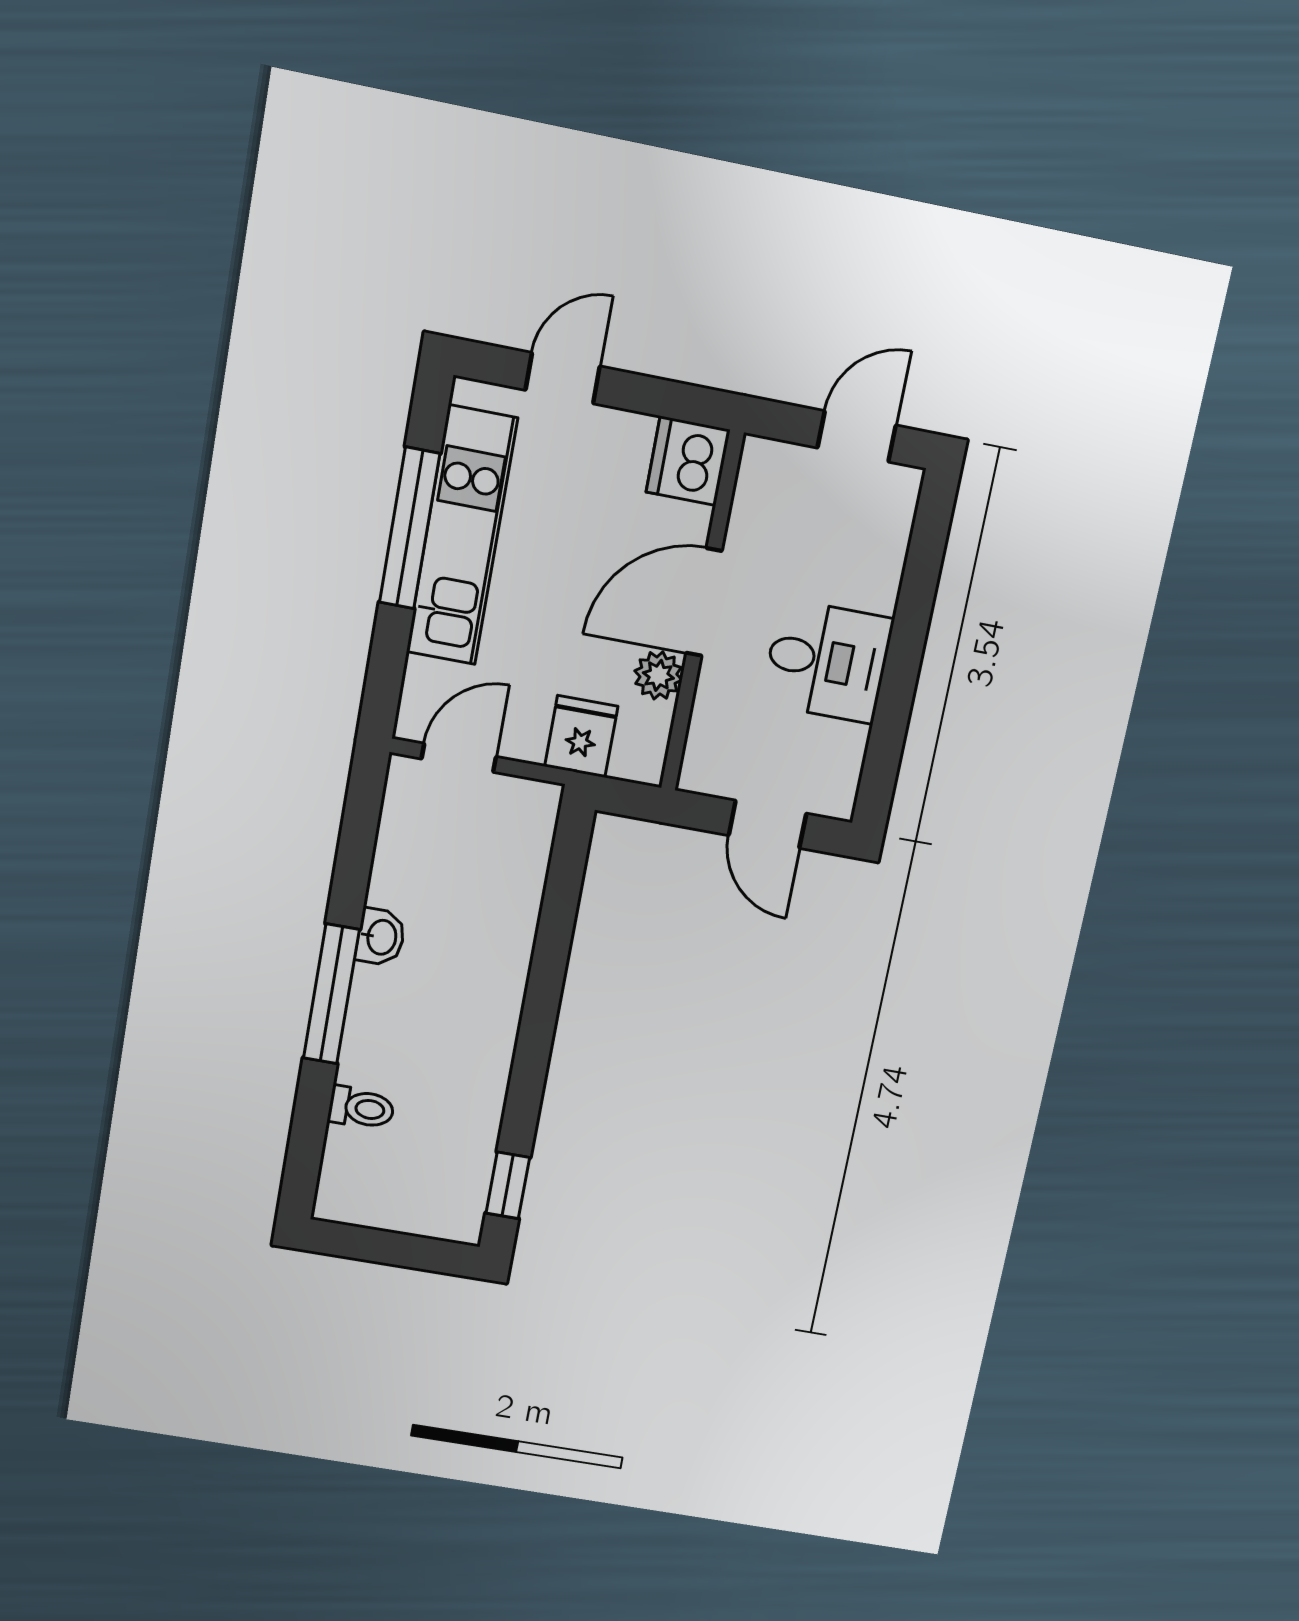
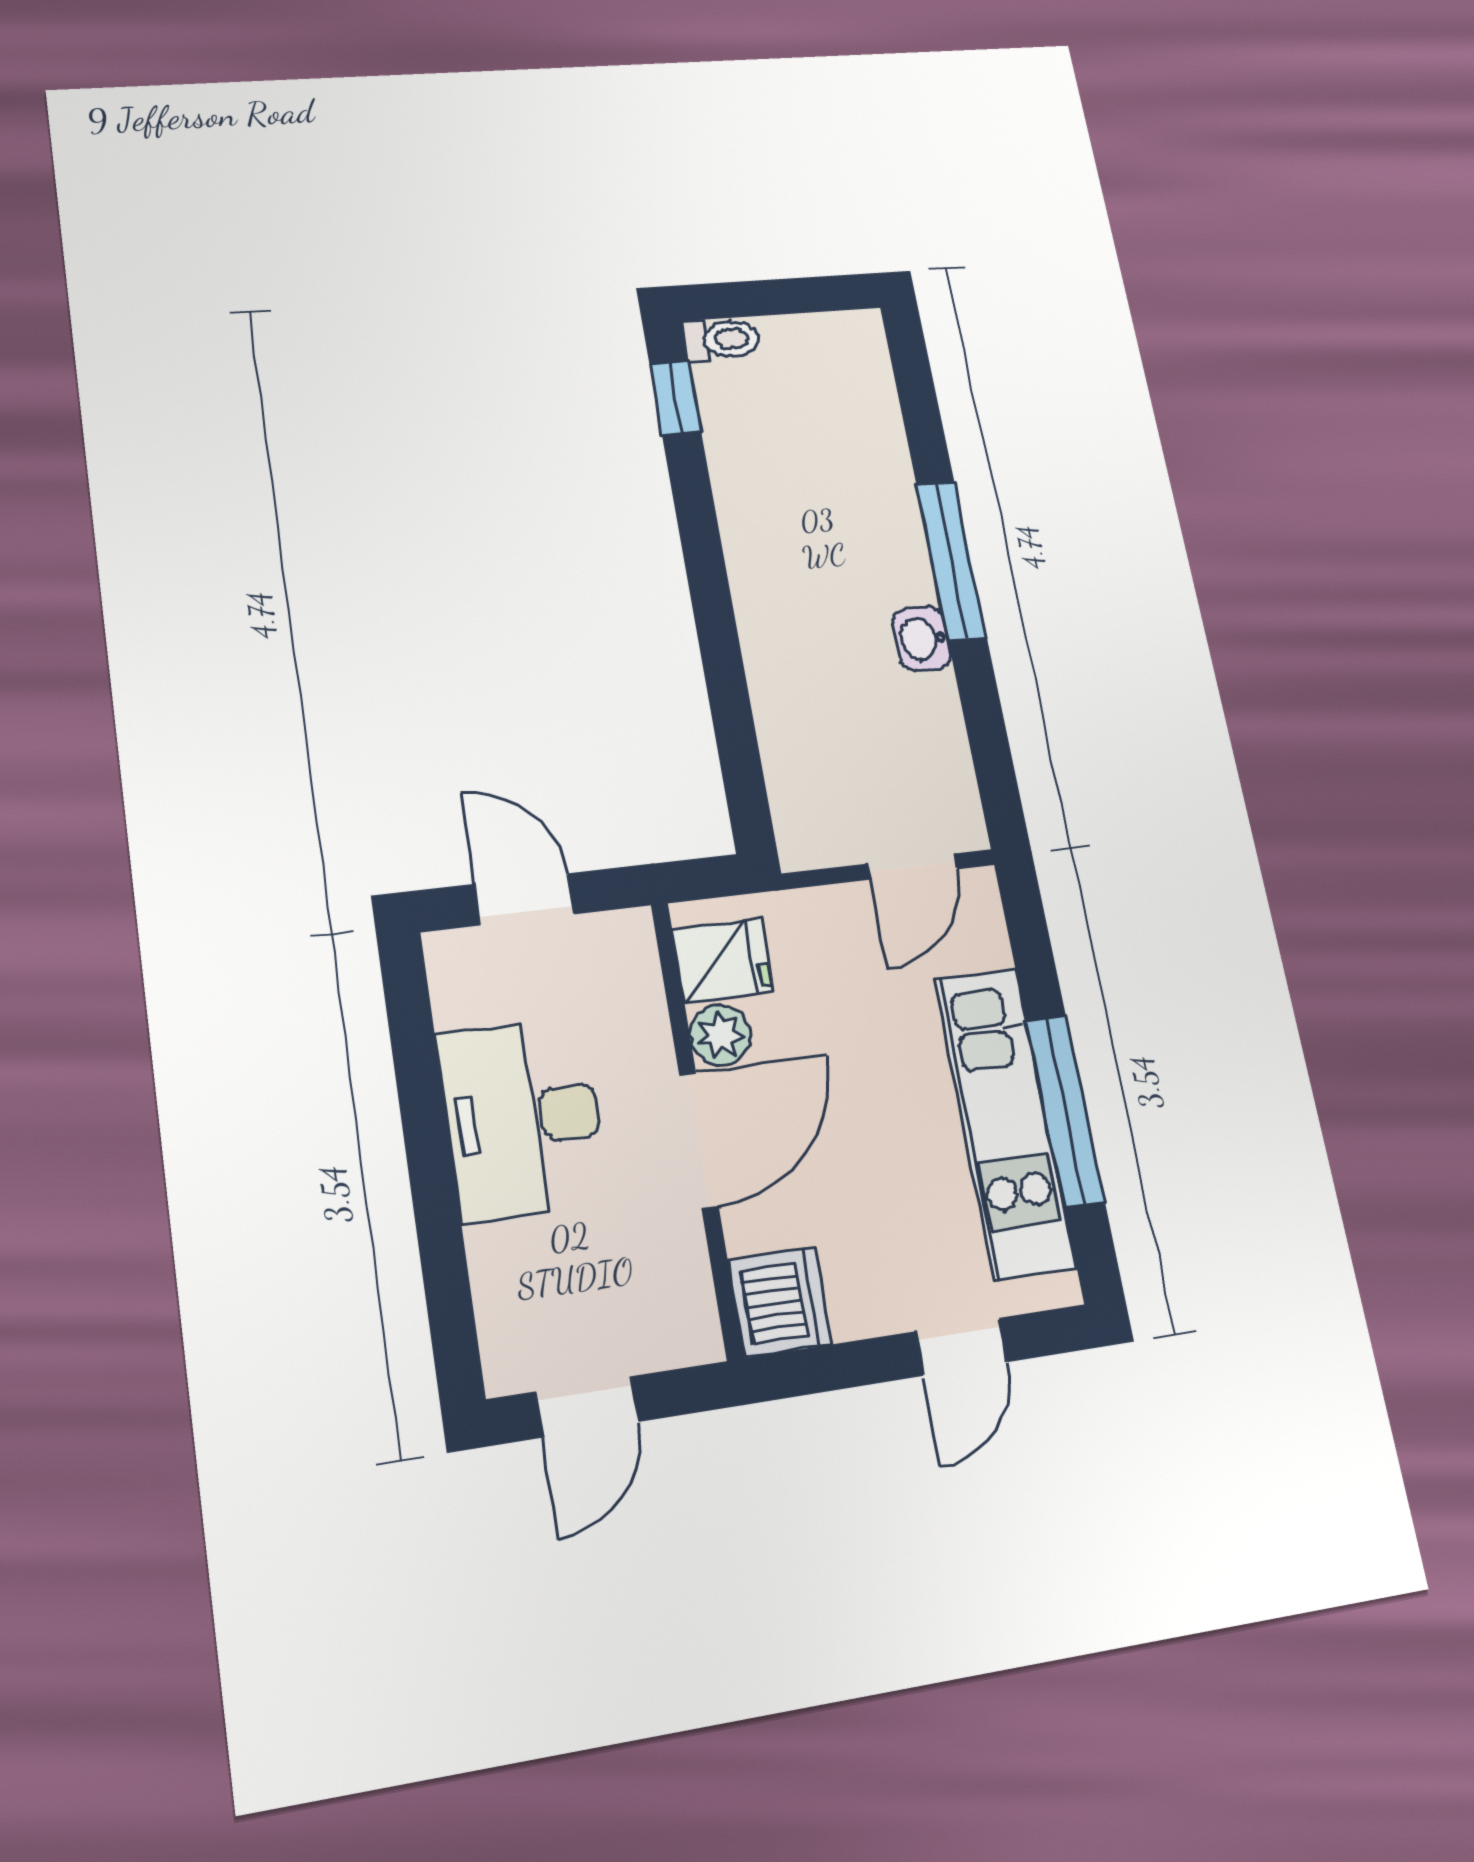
desk: (827, 661) -> (523, 1119), width x1.37
fridge: (581, 736) -> (723, 960), moved, turned -90
toilet: (361, 1108) -> (722, 340), moved, turned 180

